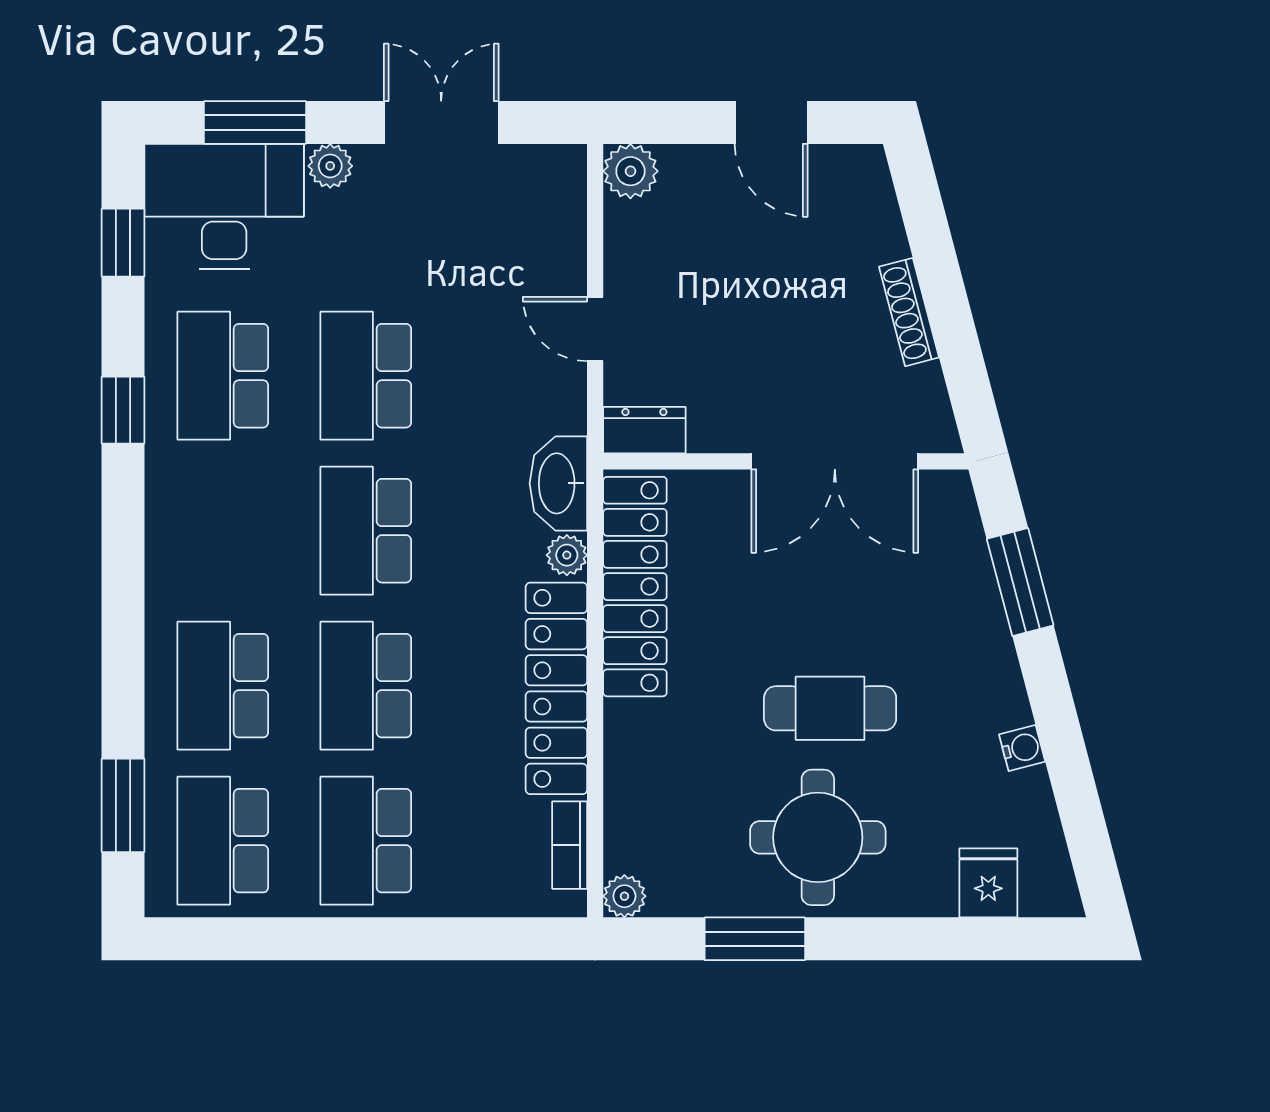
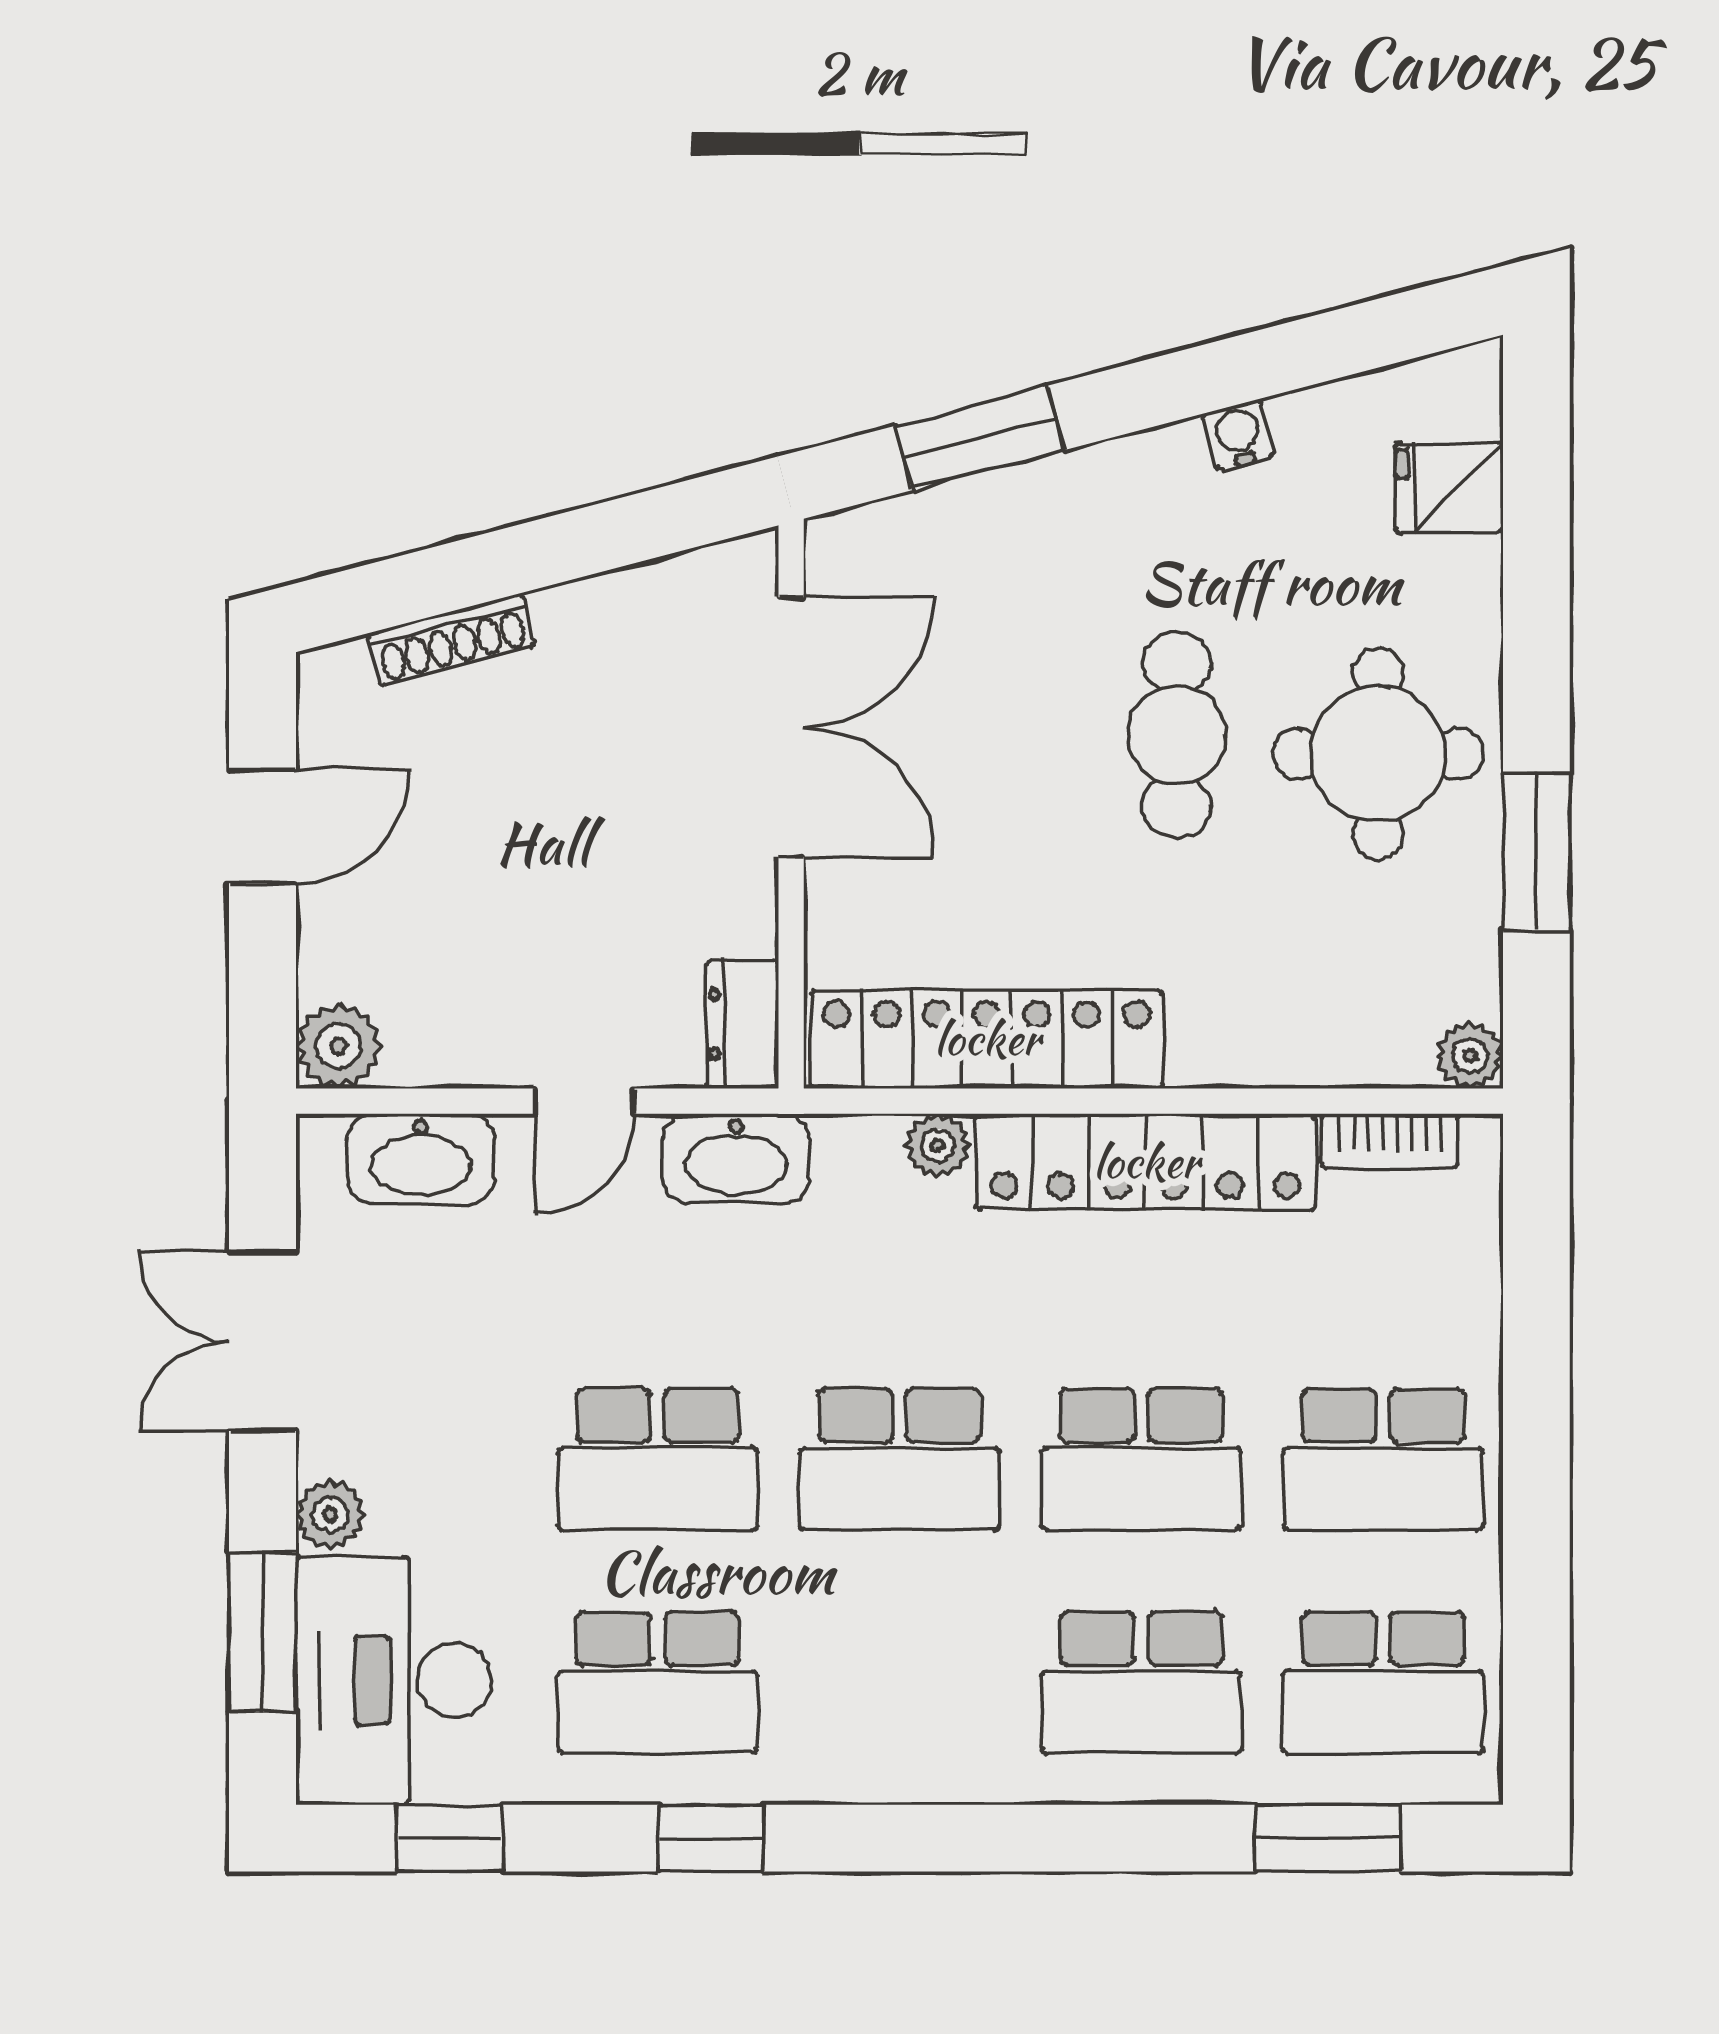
washbasin: (558, 224) -> (421, 1159), added
shoe rack: (909, 312) -> (451, 640), moved
washbasin: (558, 483) -> (736, 1159), moved

